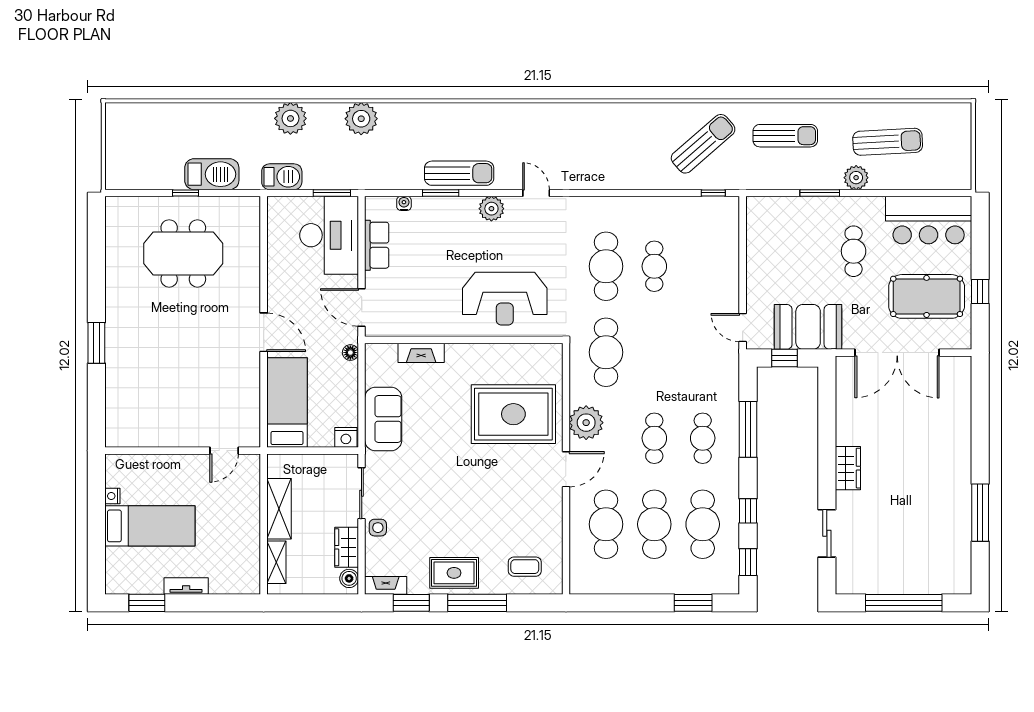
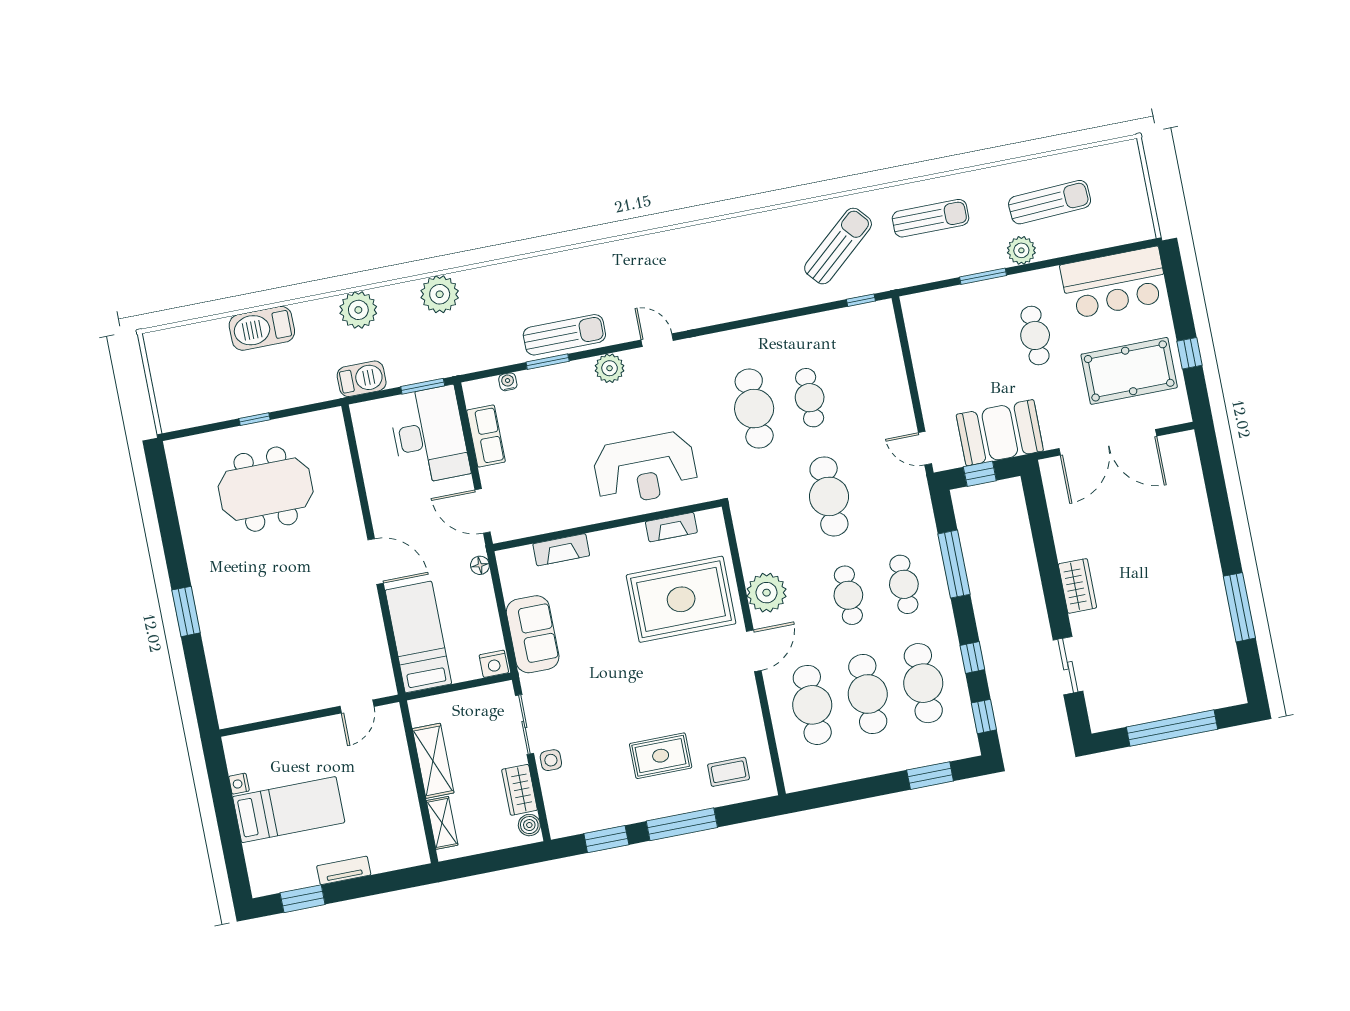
barbecue: (212, 174) -> (262, 328), moved, turned 180
cafe table: (606, 352) -> (829, 496), moved
rug: (454, 573) -> (661, 756), moved
fireplace: (386, 585) -> (671, 527), moved, turned 180

